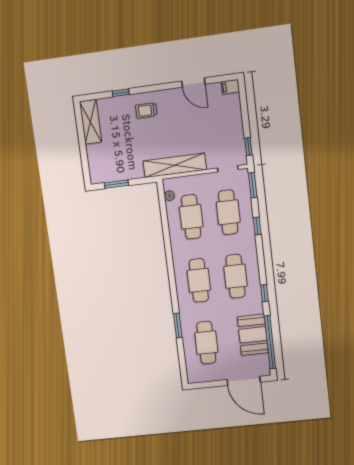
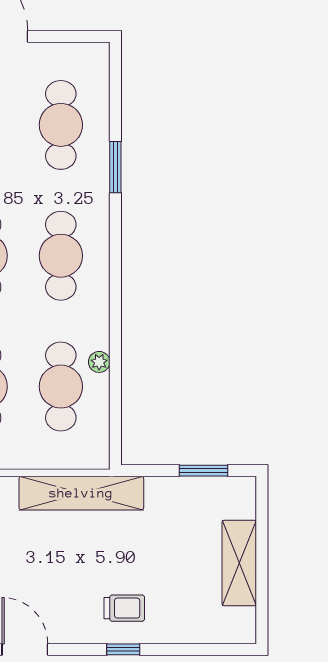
window: (121, 93) -> (123, 649), moved
shelving: (91, 122) -> (239, 563), moved
plant: (169, 196) -> (99, 362), moved

